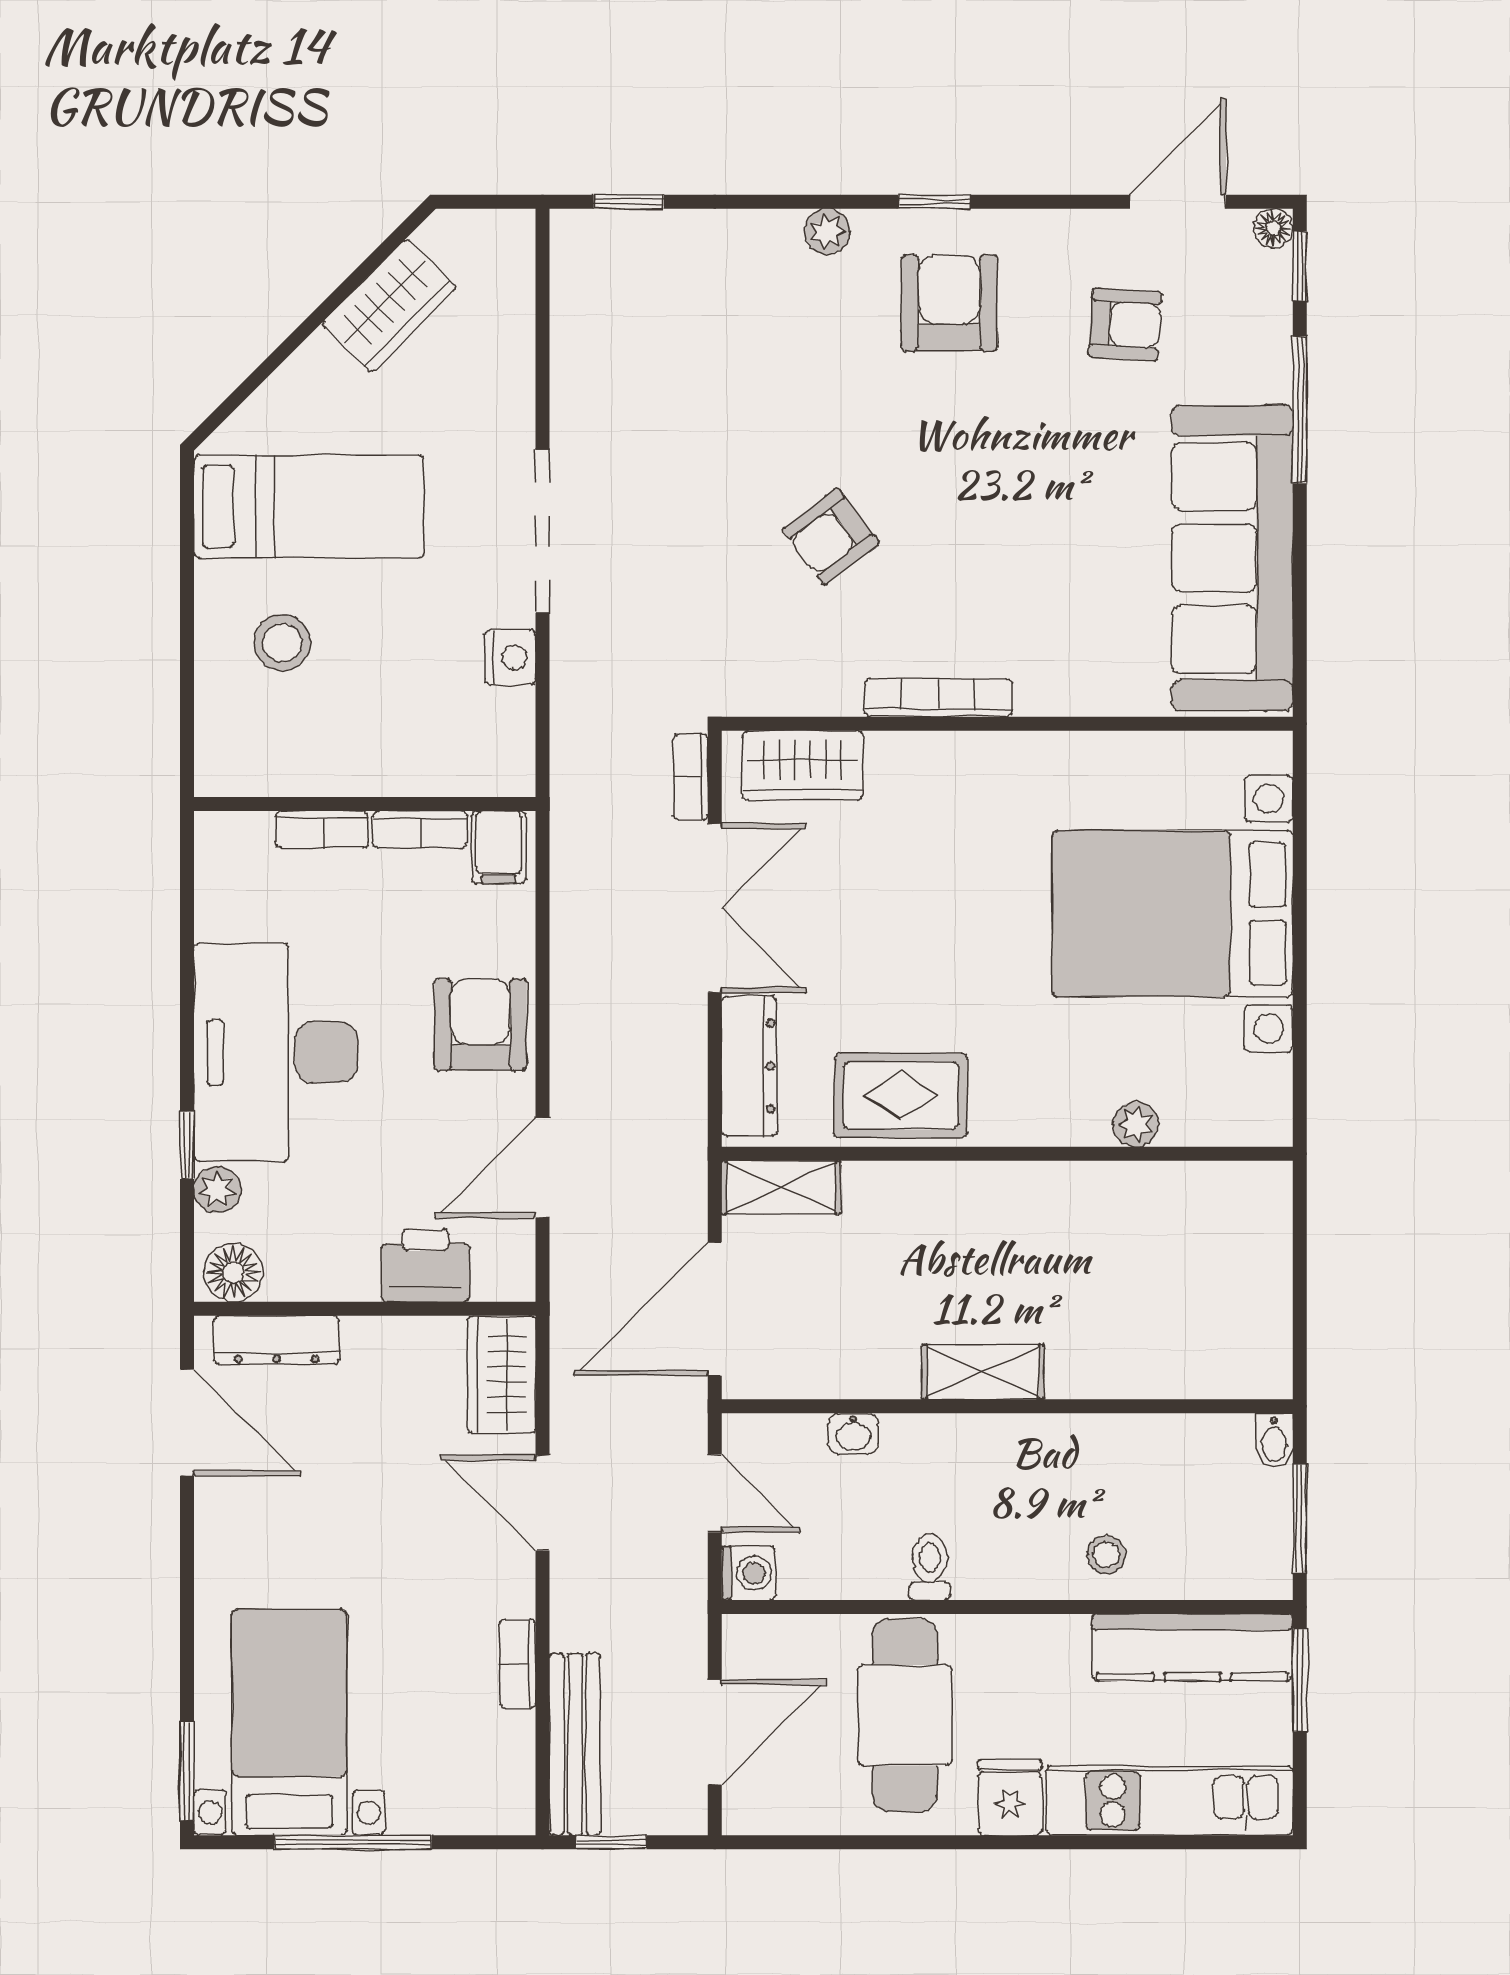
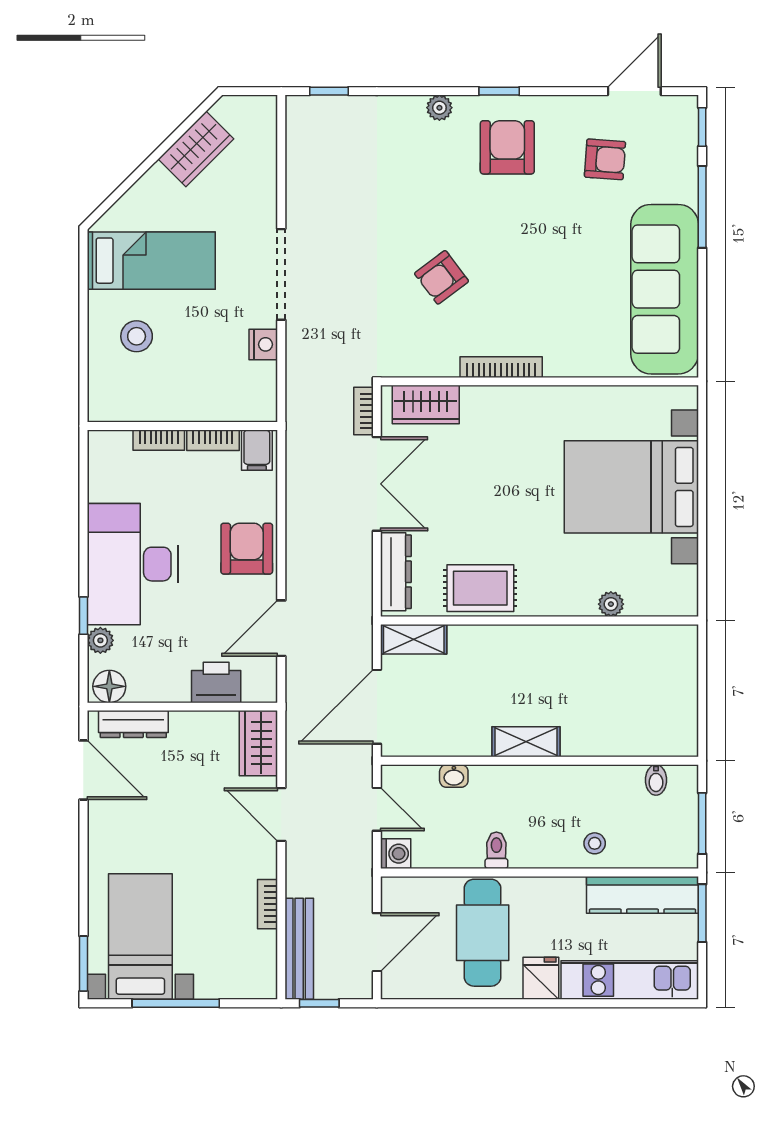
floor lamp: (1273, 228) -> (687, 106), removed
bidet: (1274, 1441) -> (656, 780), moved

